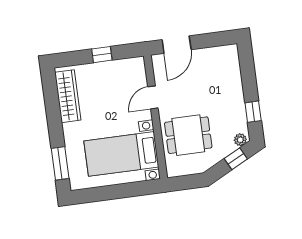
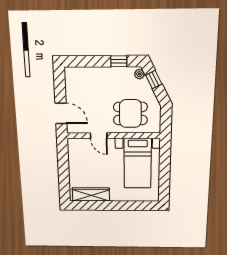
window: (102, 55) -> (63, 168), removed
dining table: (188, 135) -> (130, 114), turned 90
window: (60, 163) -> (138, 206), removed

